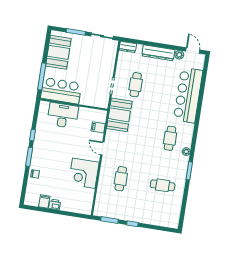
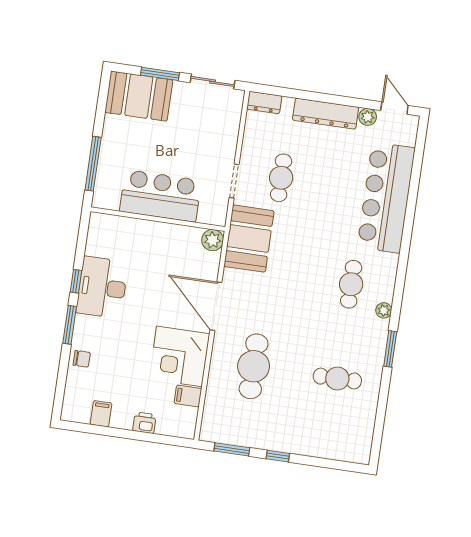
booth: (58, 52) -> (139, 96), moved, turned 90
bar counter: (61, 91) -> (160, 196), moved
desk: (63, 115) -> (102, 287), moved, turned -90
plant: (101, 115) -> (213, 240), added
filing cabinet: (98, 127) -> (188, 396), moved
door: (102, 148) -> (216, 306), width x1.87
cafe table: (121, 179) -> (254, 366), width x1.37, depth x1.35
printer: (55, 204) -> (144, 423), moved

